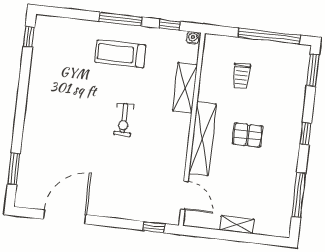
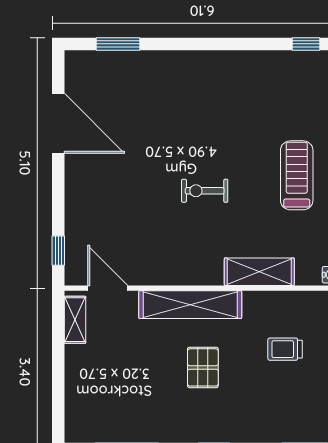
door: (184, 195) -> (108, 288), swing flipped
shelving: (237, 225) -> (75, 320), moved

